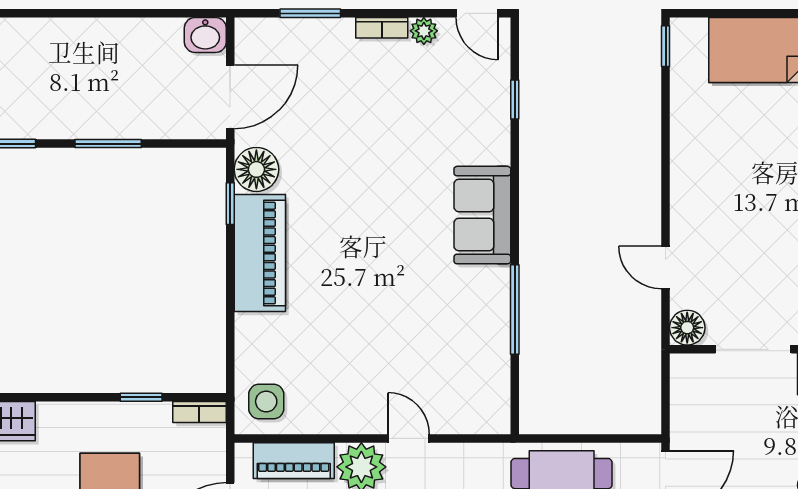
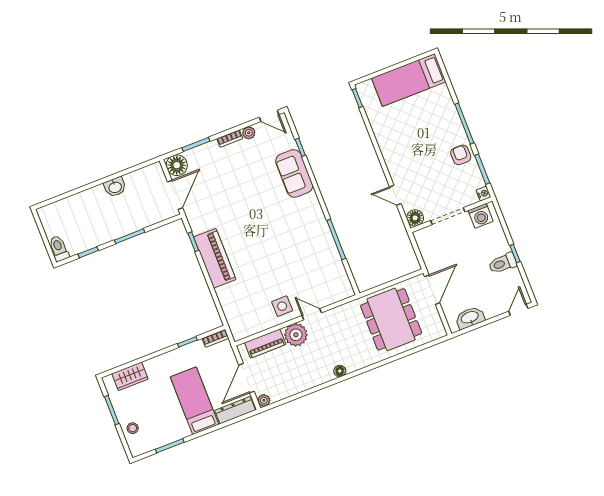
washbasin: (205, 35) -> (115, 187), moved
floor lamp: (256, 169) -> (177, 165), moved
sofa: (482, 215) -> (294, 173), moved
side table: (266, 401) -> (282, 306), moved

